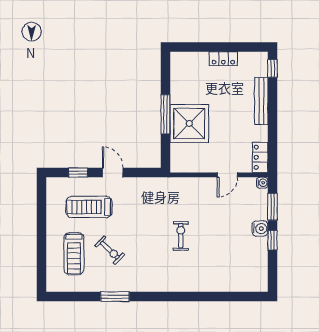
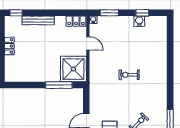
window: (165, 114) -> (59, 85), moved
shower: (189, 123) -> (73, 69), moved
water cooler: (260, 229) -> (139, 21), moved
window: (272, 240) -> (142, 13), moved

